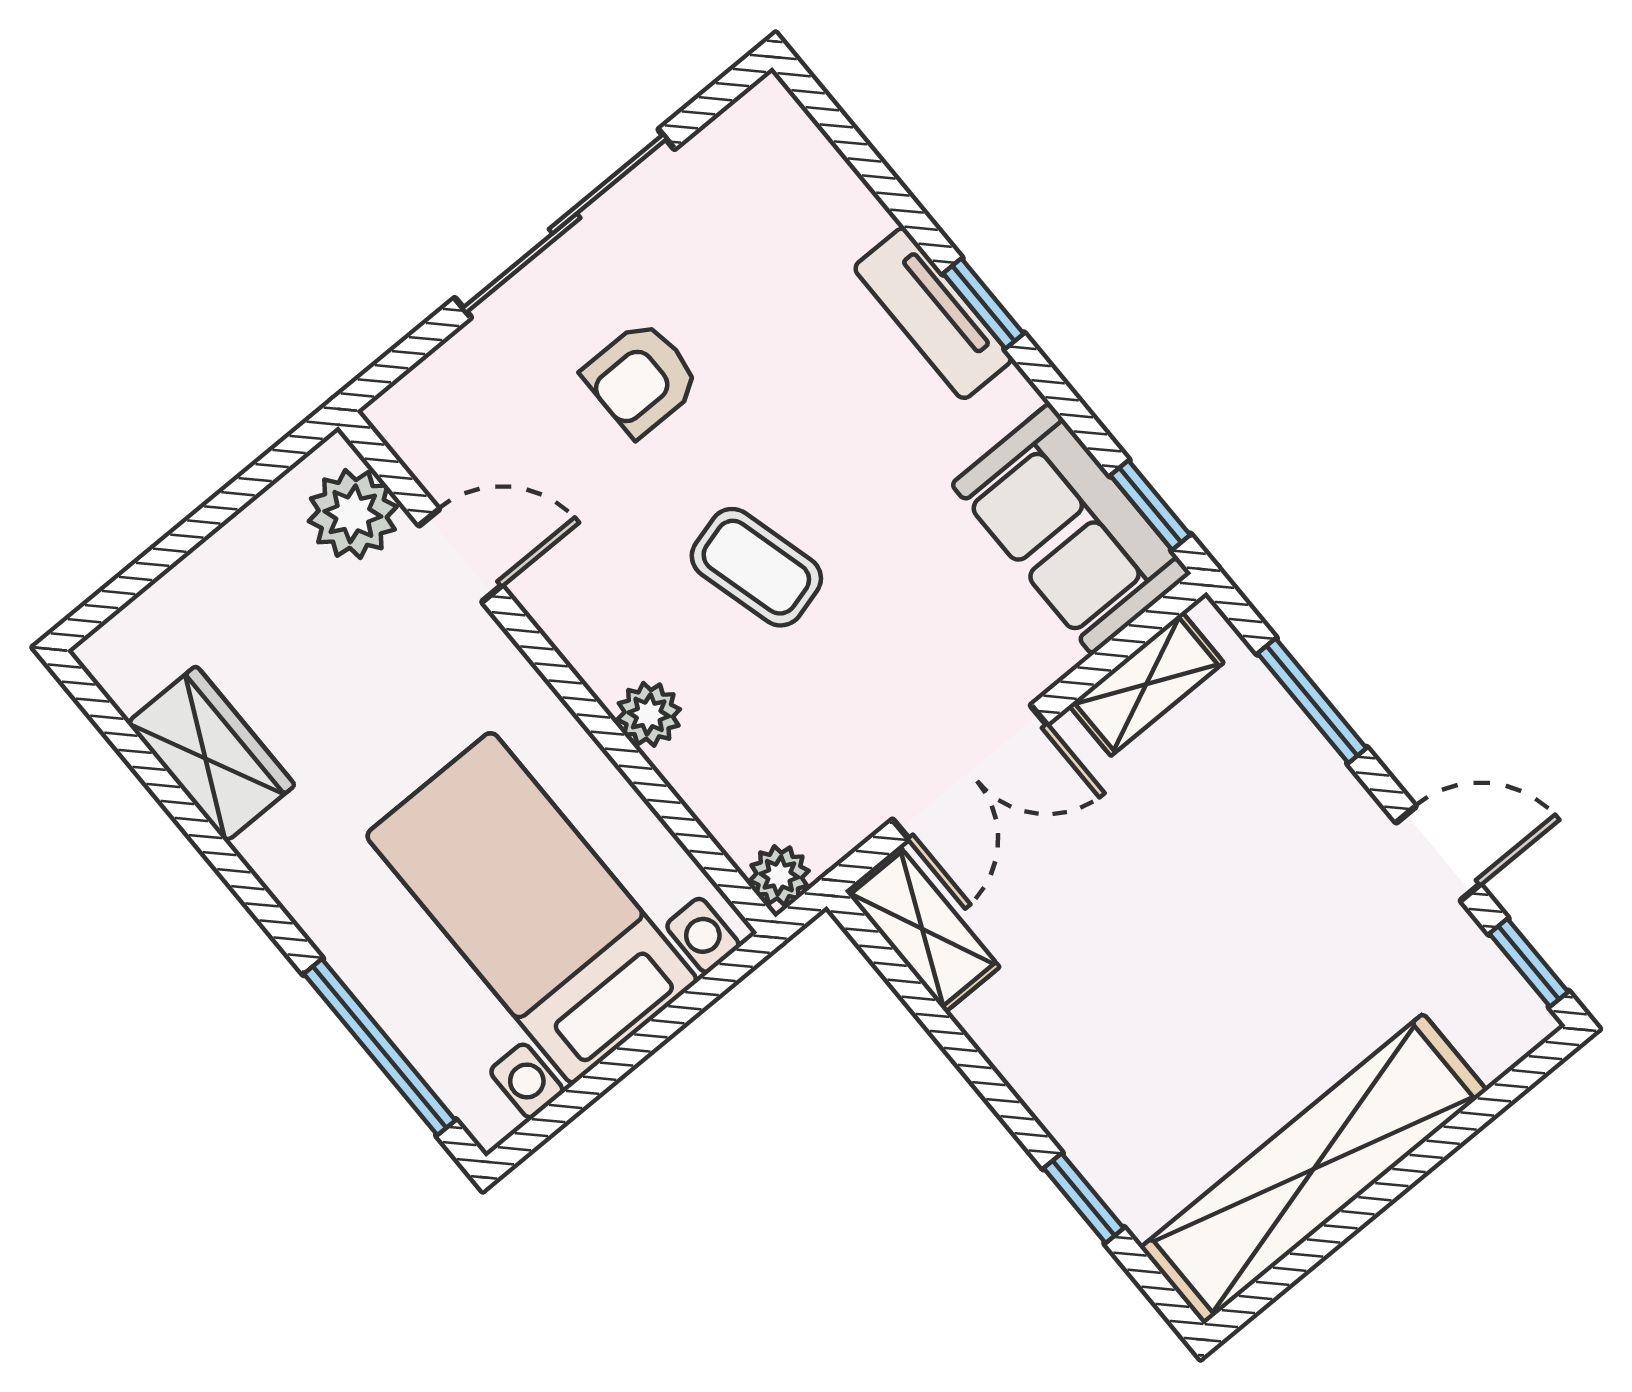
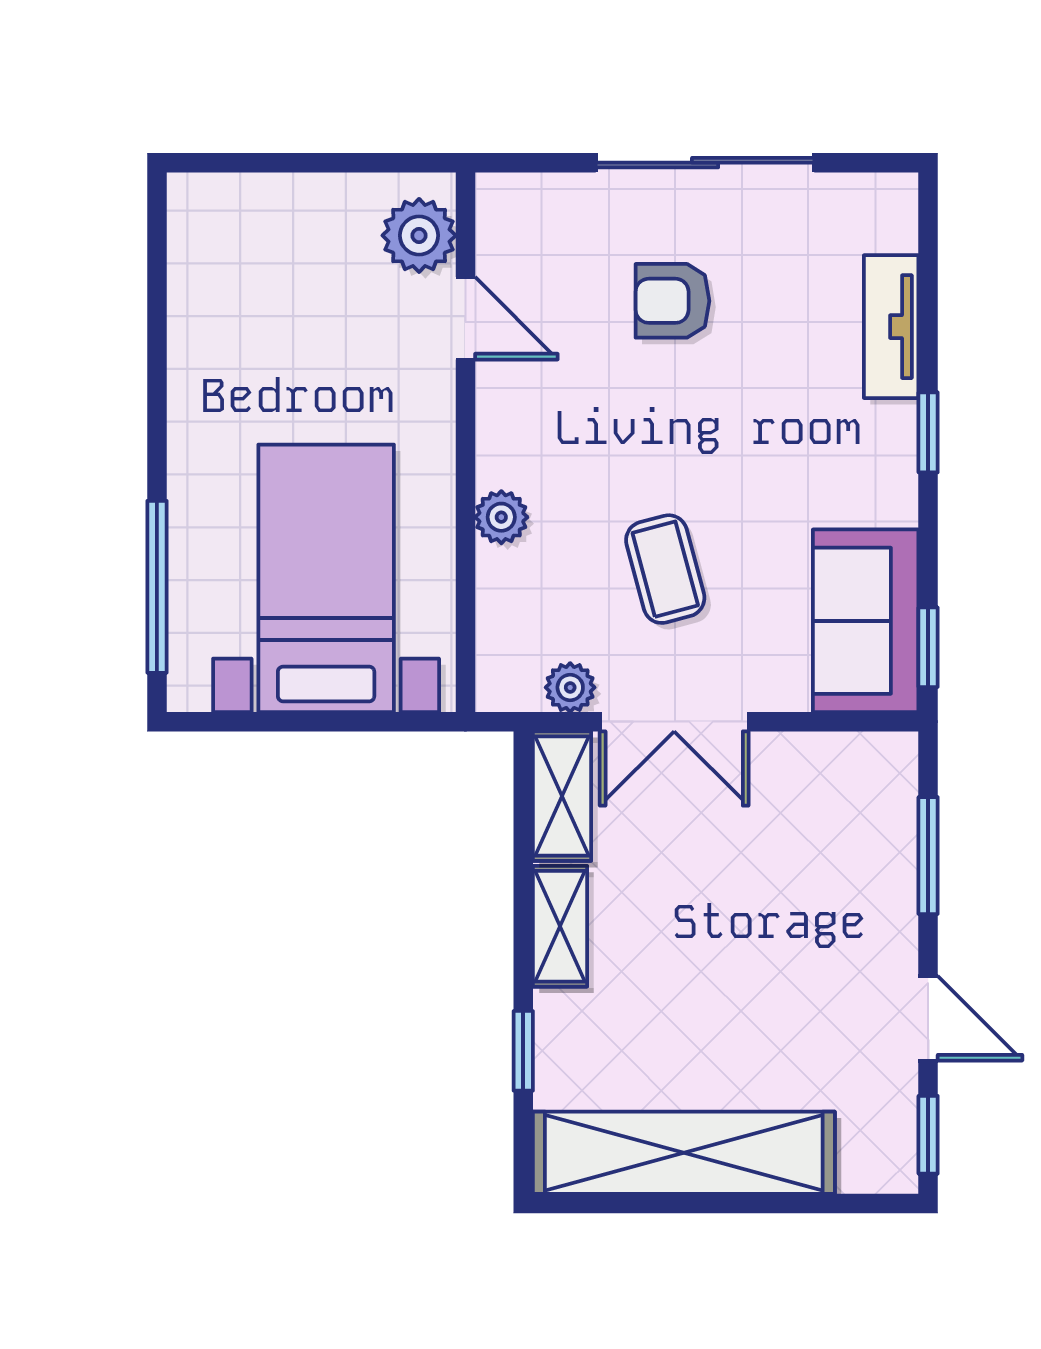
tv unit: (933, 313) -> (891, 327), moved
coffee table: (756, 567) -> (665, 569), moved
shelving: (1146, 684) -> (560, 926), moved, turned 90
wardrobe: (211, 754) -> (204, 313), removed
plant: (779, 876) -> (570, 687), moved

